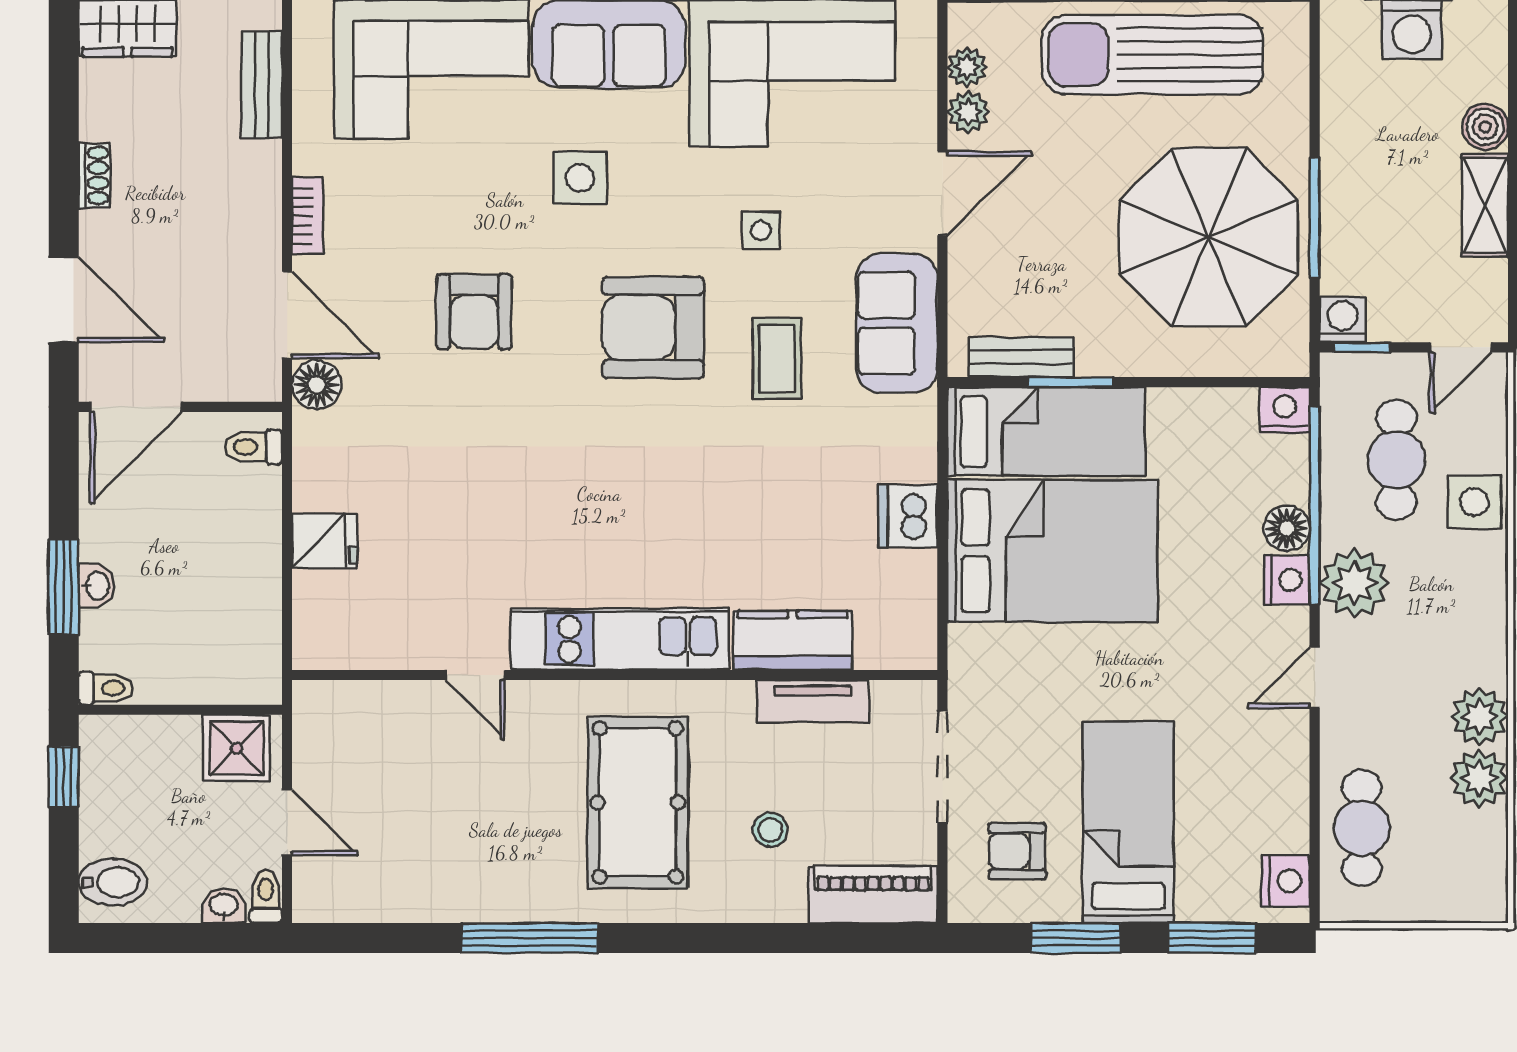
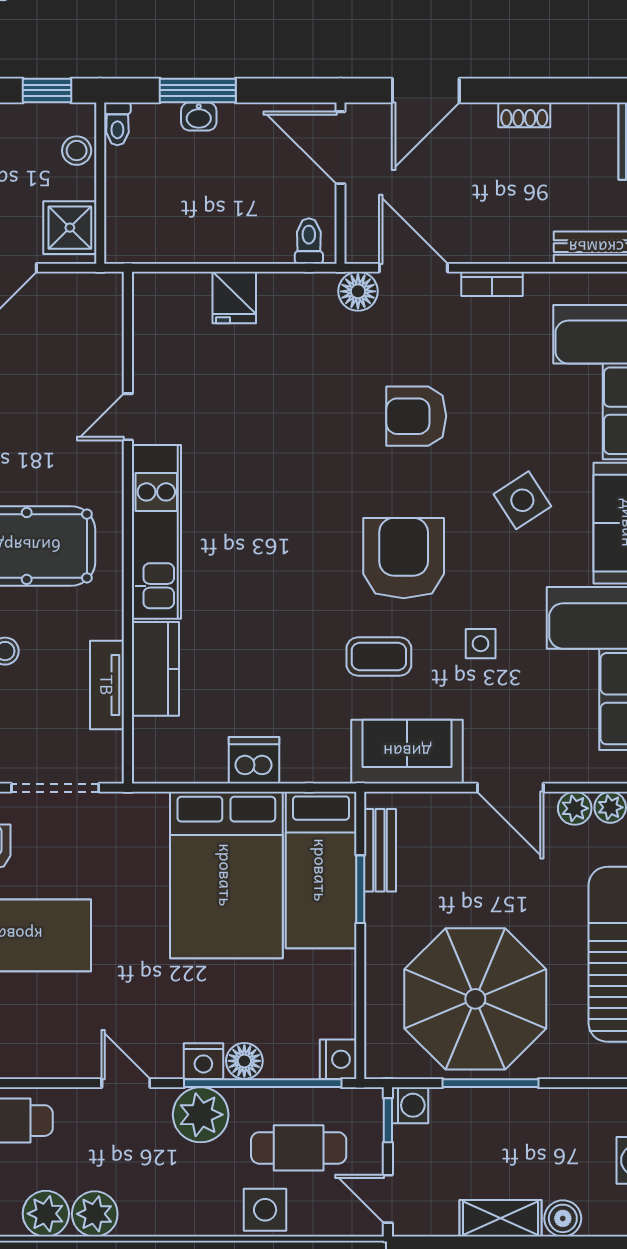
side table: (580, 178) -> (522, 500), turned -33
door: (287, 315) -> (413, 268), swing flipped
stool: (139, 740) -> (77, 151), added

